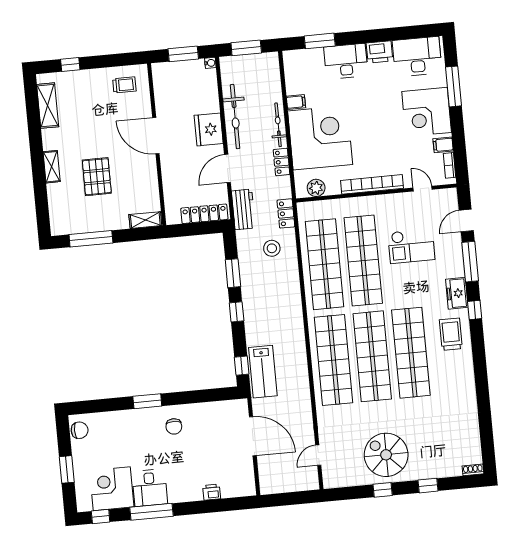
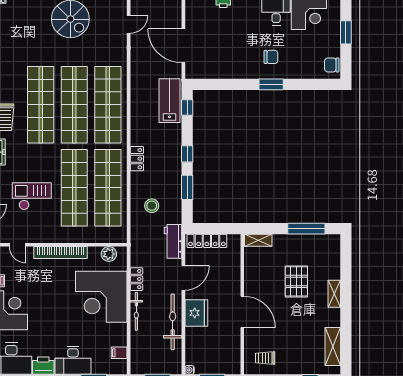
filing cabinet: (296, 102) -> (119, 353), moved
locker: (286, 213) -> (137, 159), moved
chair: (174, 426) -> (271, 57), moved, turned 90

